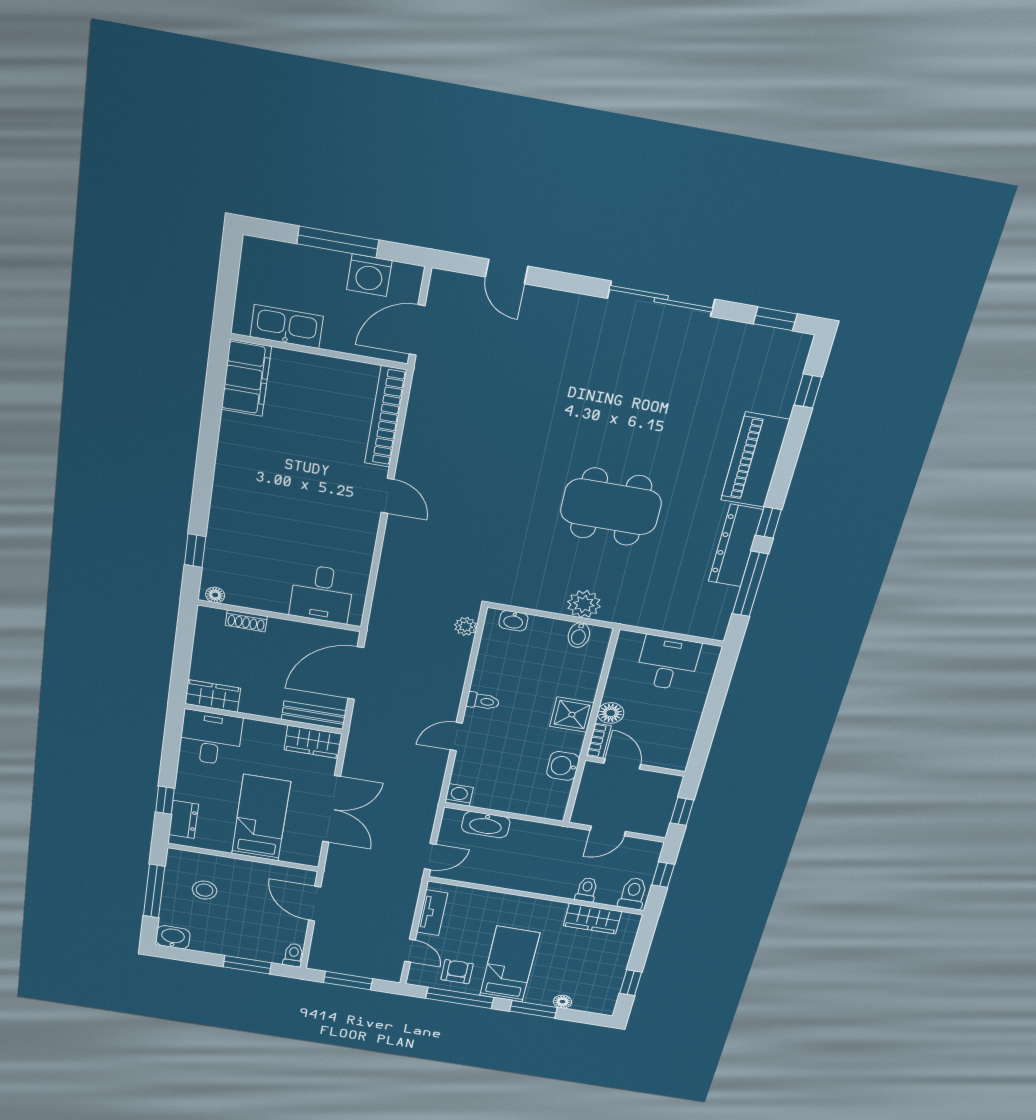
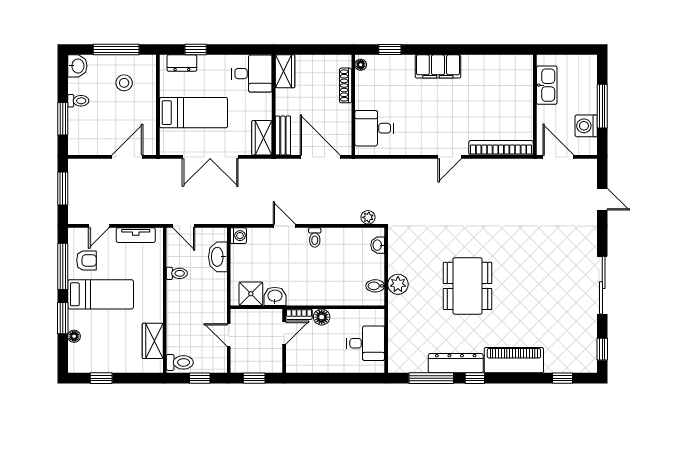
door: (507, 272) -> (602, 199), swing flipped
filing cabinet: (246, 378) -> (438, 66), moved
shoe rack: (246, 621) -> (346, 85), width x1.43
shower: (572, 715) -> (251, 294), moved
toilet: (587, 890) -> (177, 273), moved
toilet: (293, 955) -> (78, 101), moved

